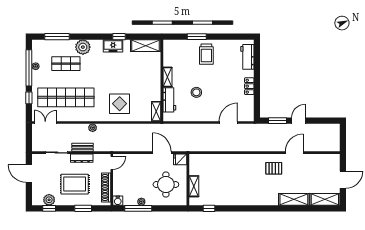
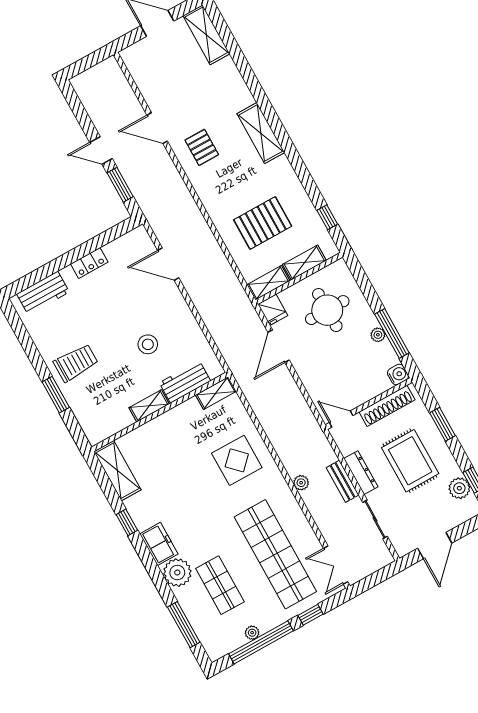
freezer: (113, 46) -> (159, 544), moved
shelving: (194, 164) -> (268, 283), added
pallet: (223, 177) -> (263, 223), added
shelving: (294, 199) -> (261, 133), moved

